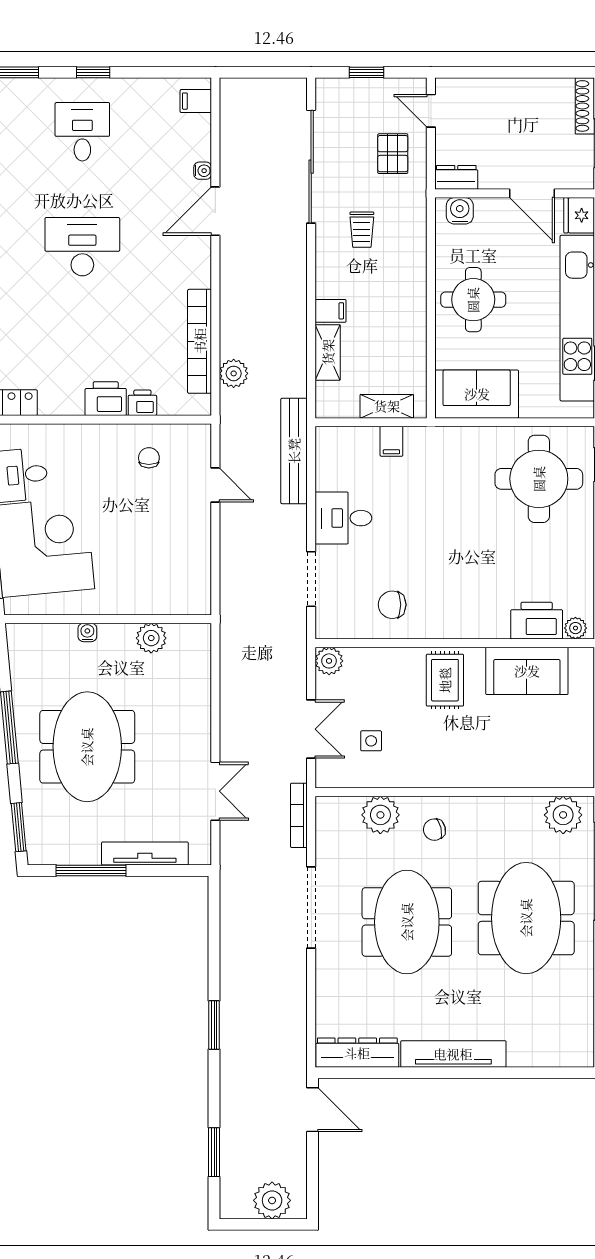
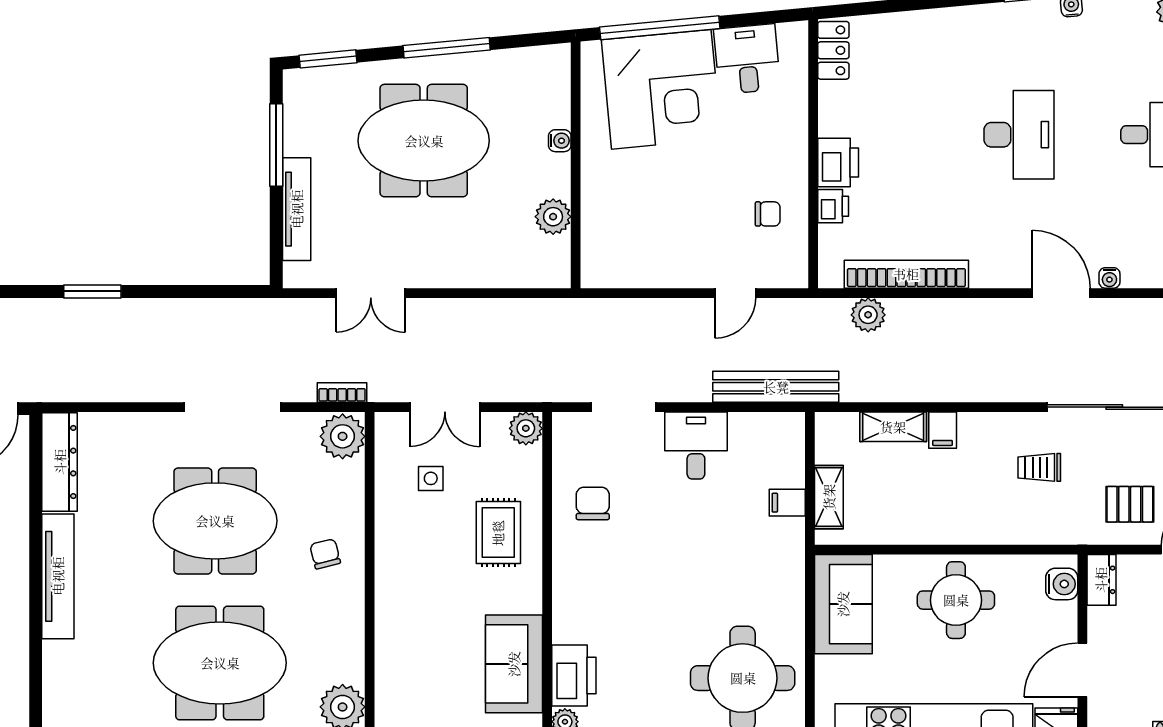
rug: (445, 680) -> (498, 533), moved, turned 90
bookcase: (299, 815) -> (342, 392), width x0.64
plant: (380, 815) -> (343, 436), moved

